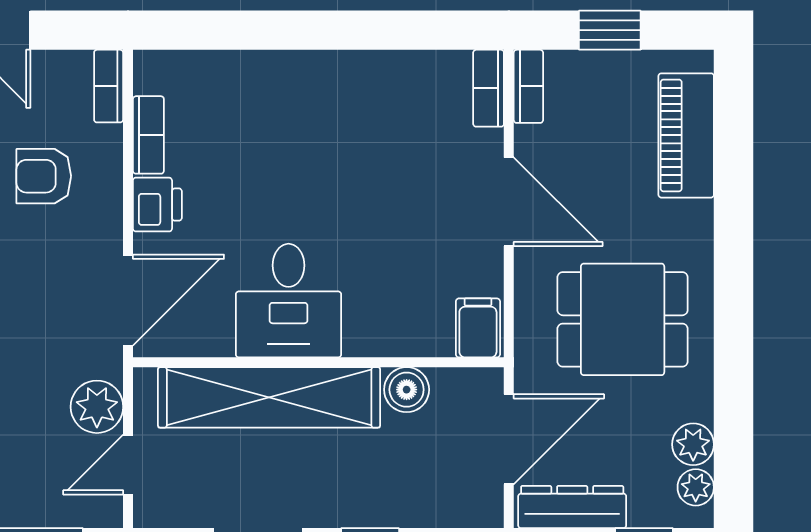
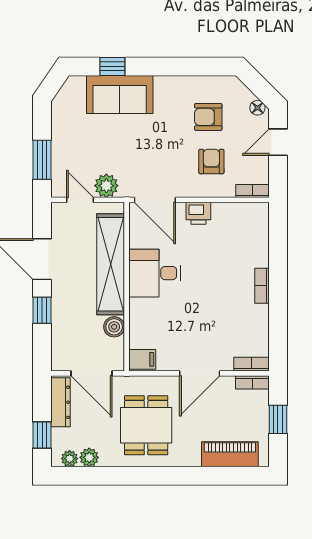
bookcase: (148, 135) -> (262, 286), moved, turned 90

